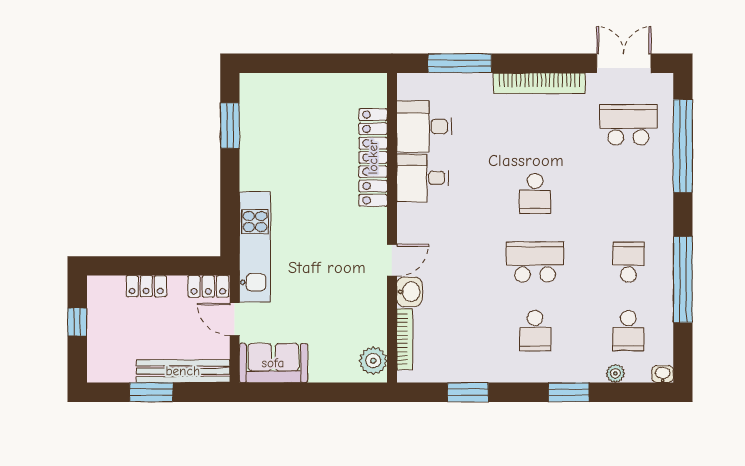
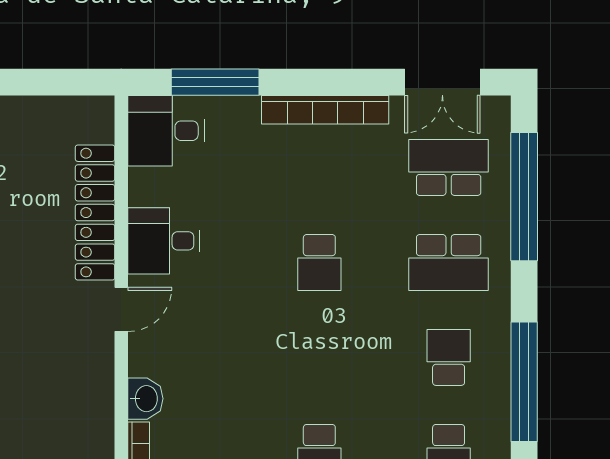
double door: (624, 63) -> (442, 82), swing flipped
desk: (424, 126) -> (166, 131), moved
door: (392, 260) -> (121, 309), moved
school desk: (535, 262) -> (449, 262), moved, turned 180

